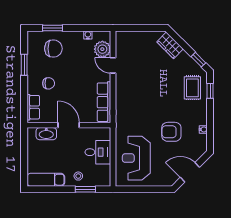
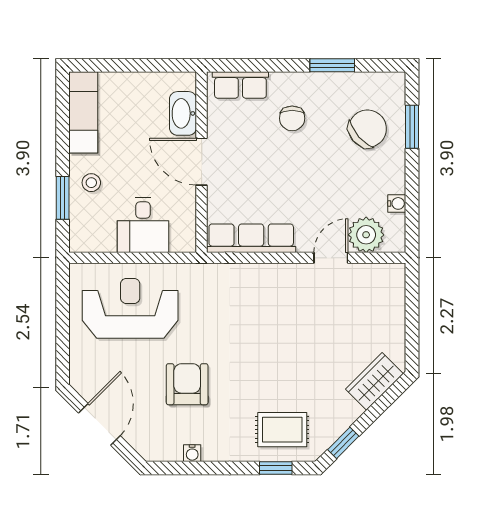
chair: (53, 49) -> (367, 129), turned -131
door: (69, 125) -> (202, 162), swing flipped

